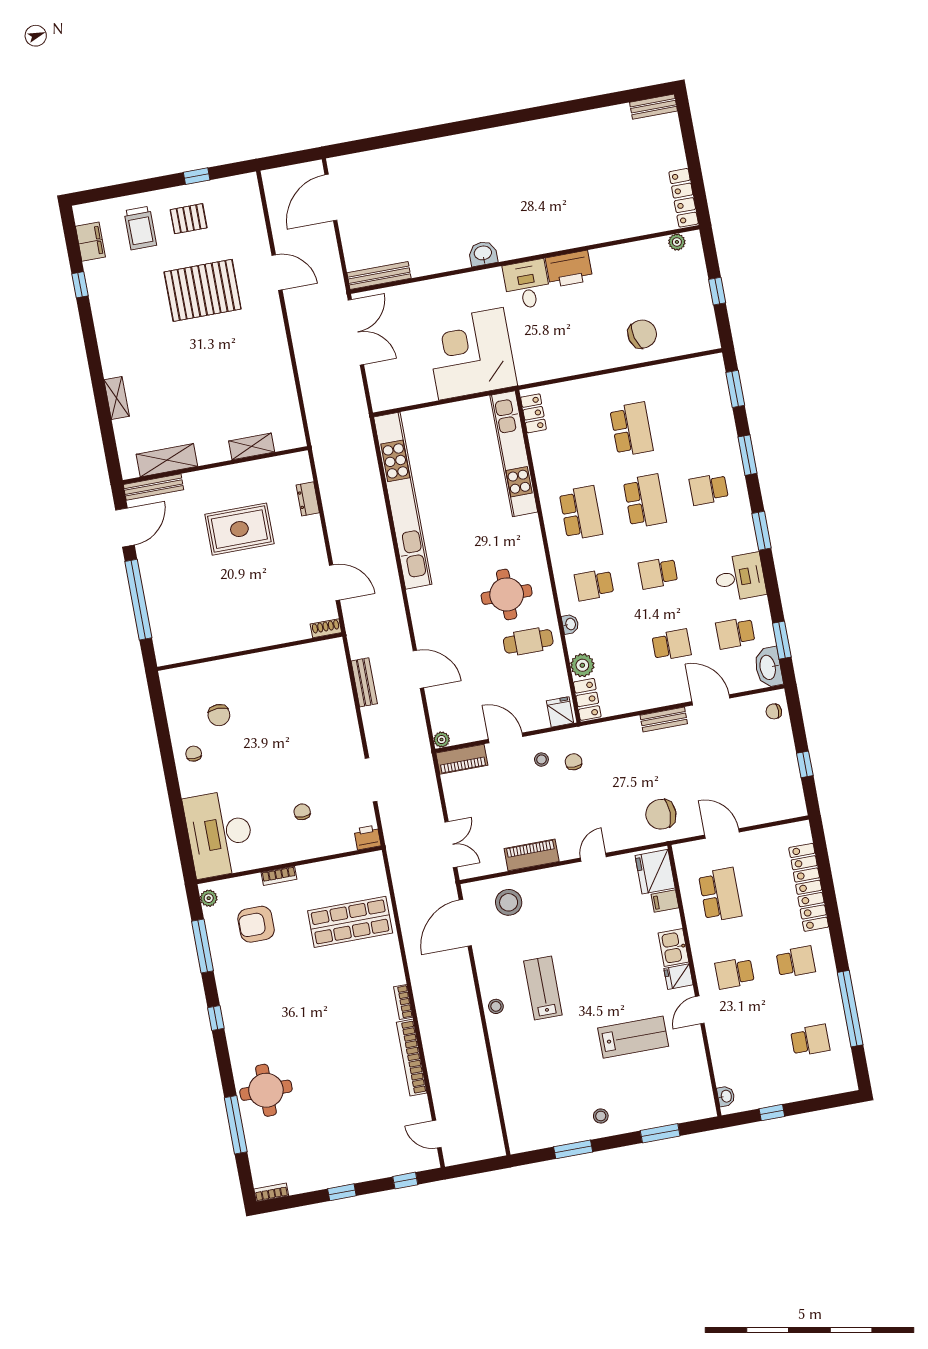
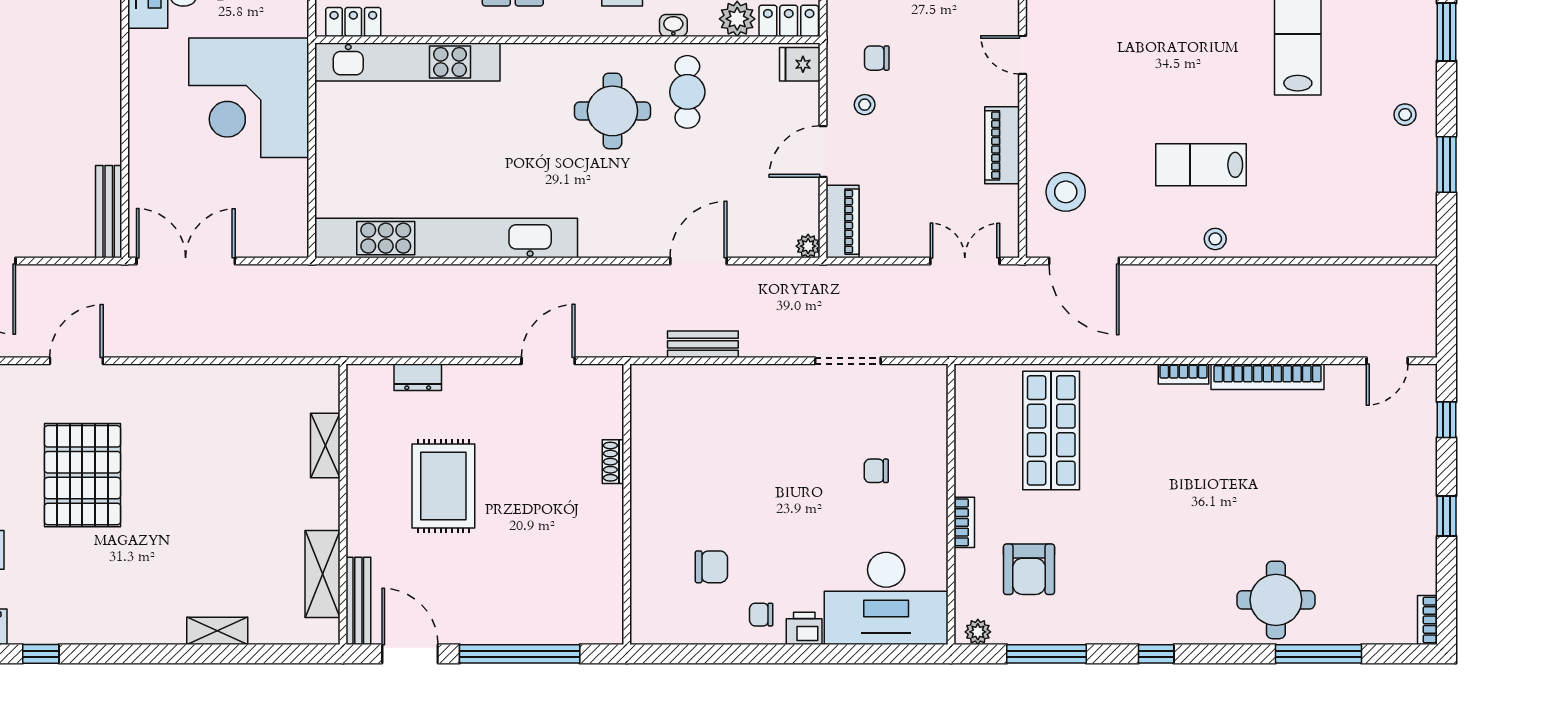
washbasin: (483, 254) -> (105, 53), removed
shoe rack: (326, 628) -> (613, 462), moved
printer: (367, 837) -> (804, 628), moved, turned 90

